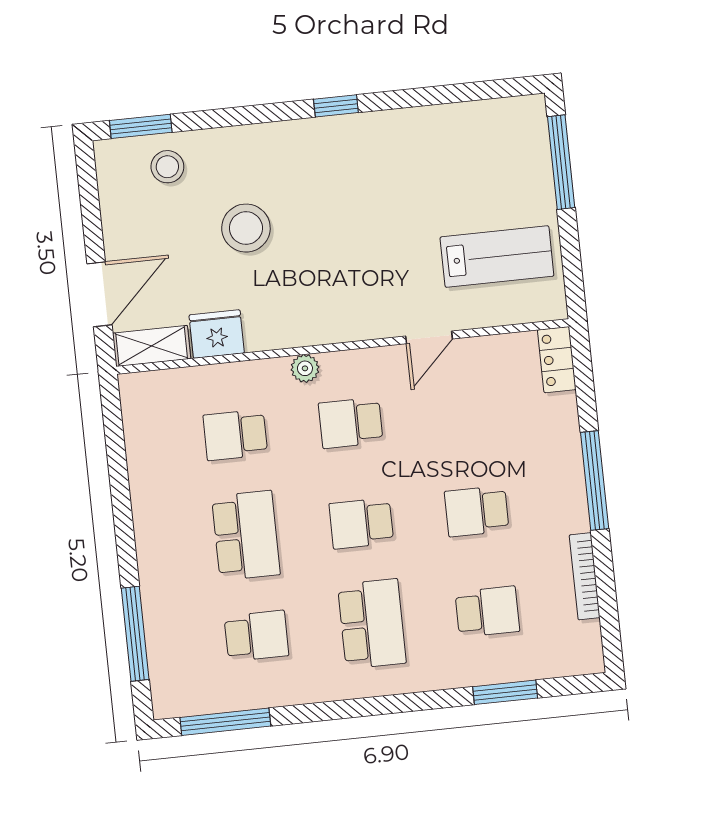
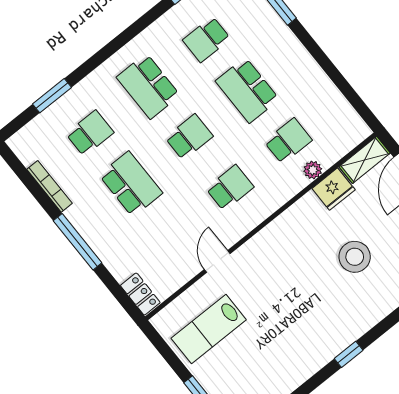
plant: (305, 368) -> (313, 170), moved
school desk: (477, 511) -> (131, 184), width x1.85
school desk: (487, 612) -> (90, 133), turned 180

